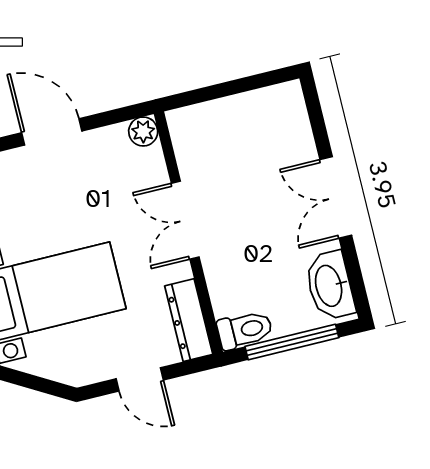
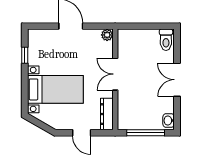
washbasin: (330, 286) -> (169, 120), width x0.52, depth x0.69
toilet: (245, 330) -> (166, 40), moved, turned 90

